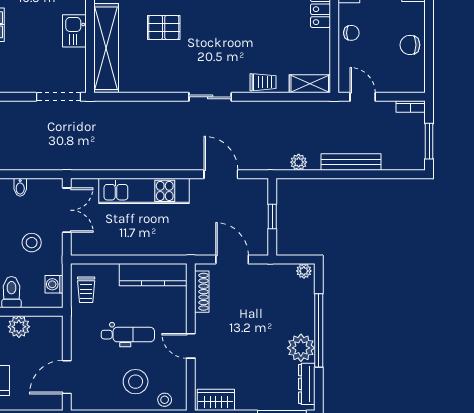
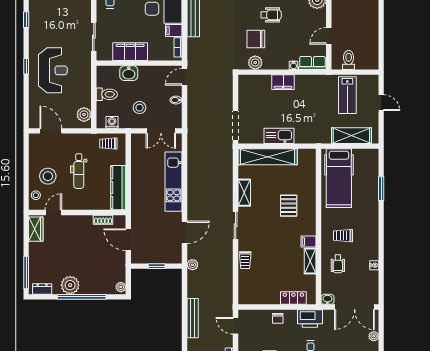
pallet: (164, 27) -> (289, 206), moved
kitchen sink: (74, 31) -> (279, 136), width x1.38
shelving: (310, 84) -> (244, 193), moved
door: (363, 97) -> (236, 326), swing flipped
plant: (299, 162) -> (192, 265), moved
door: (232, 260) -> (128, 240), swing flipped
shoe rack: (202, 292) -> (103, 220), width x0.70
plant: (19, 327) -> (84, 115), moved
door: (191, 346) -> (53, 213), moved
dresser: (307, 384) -> (42, 289), width x0.70

